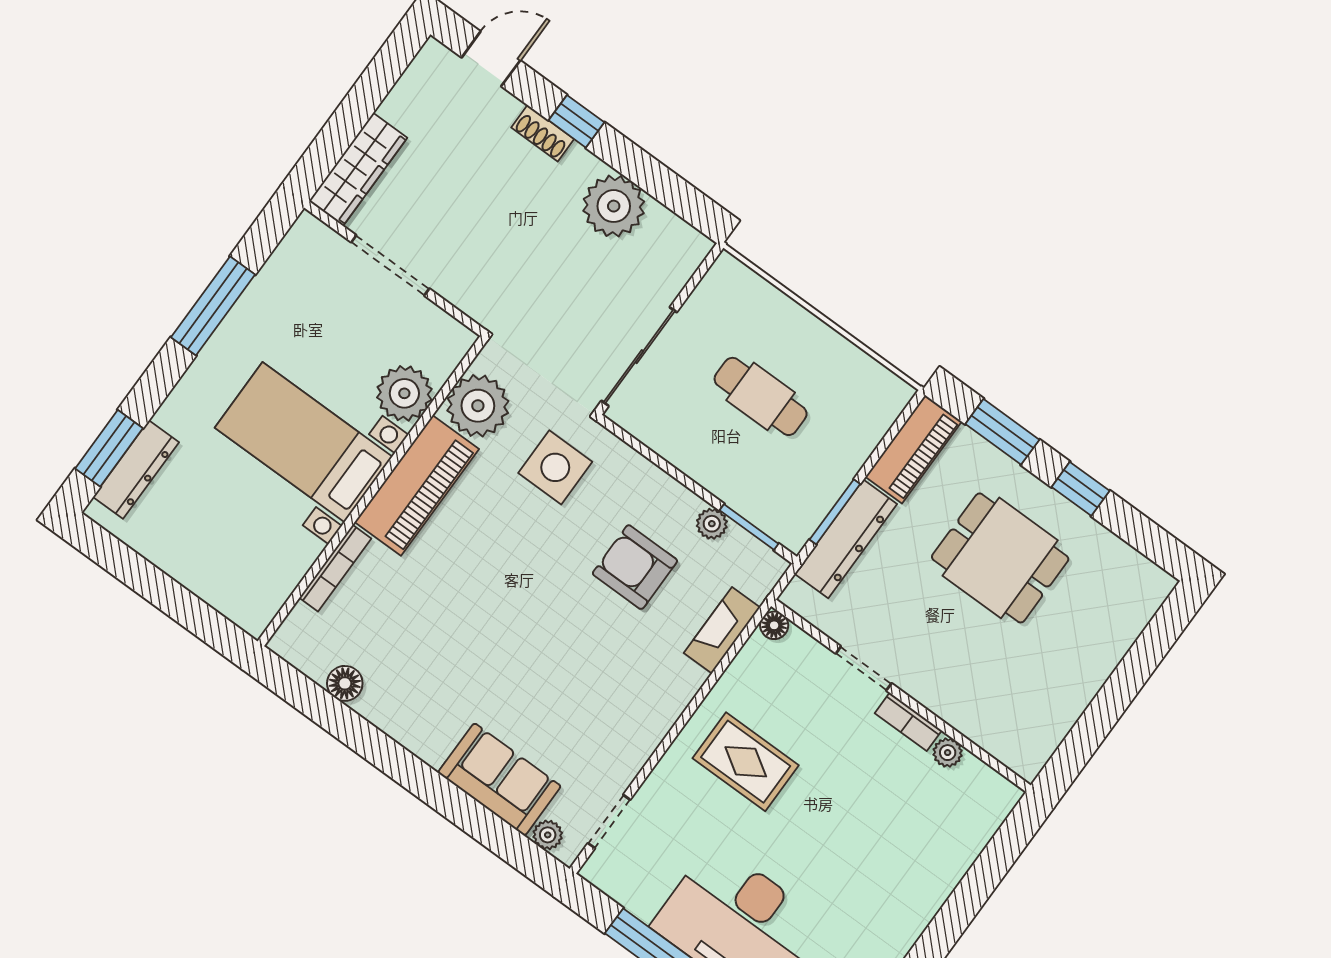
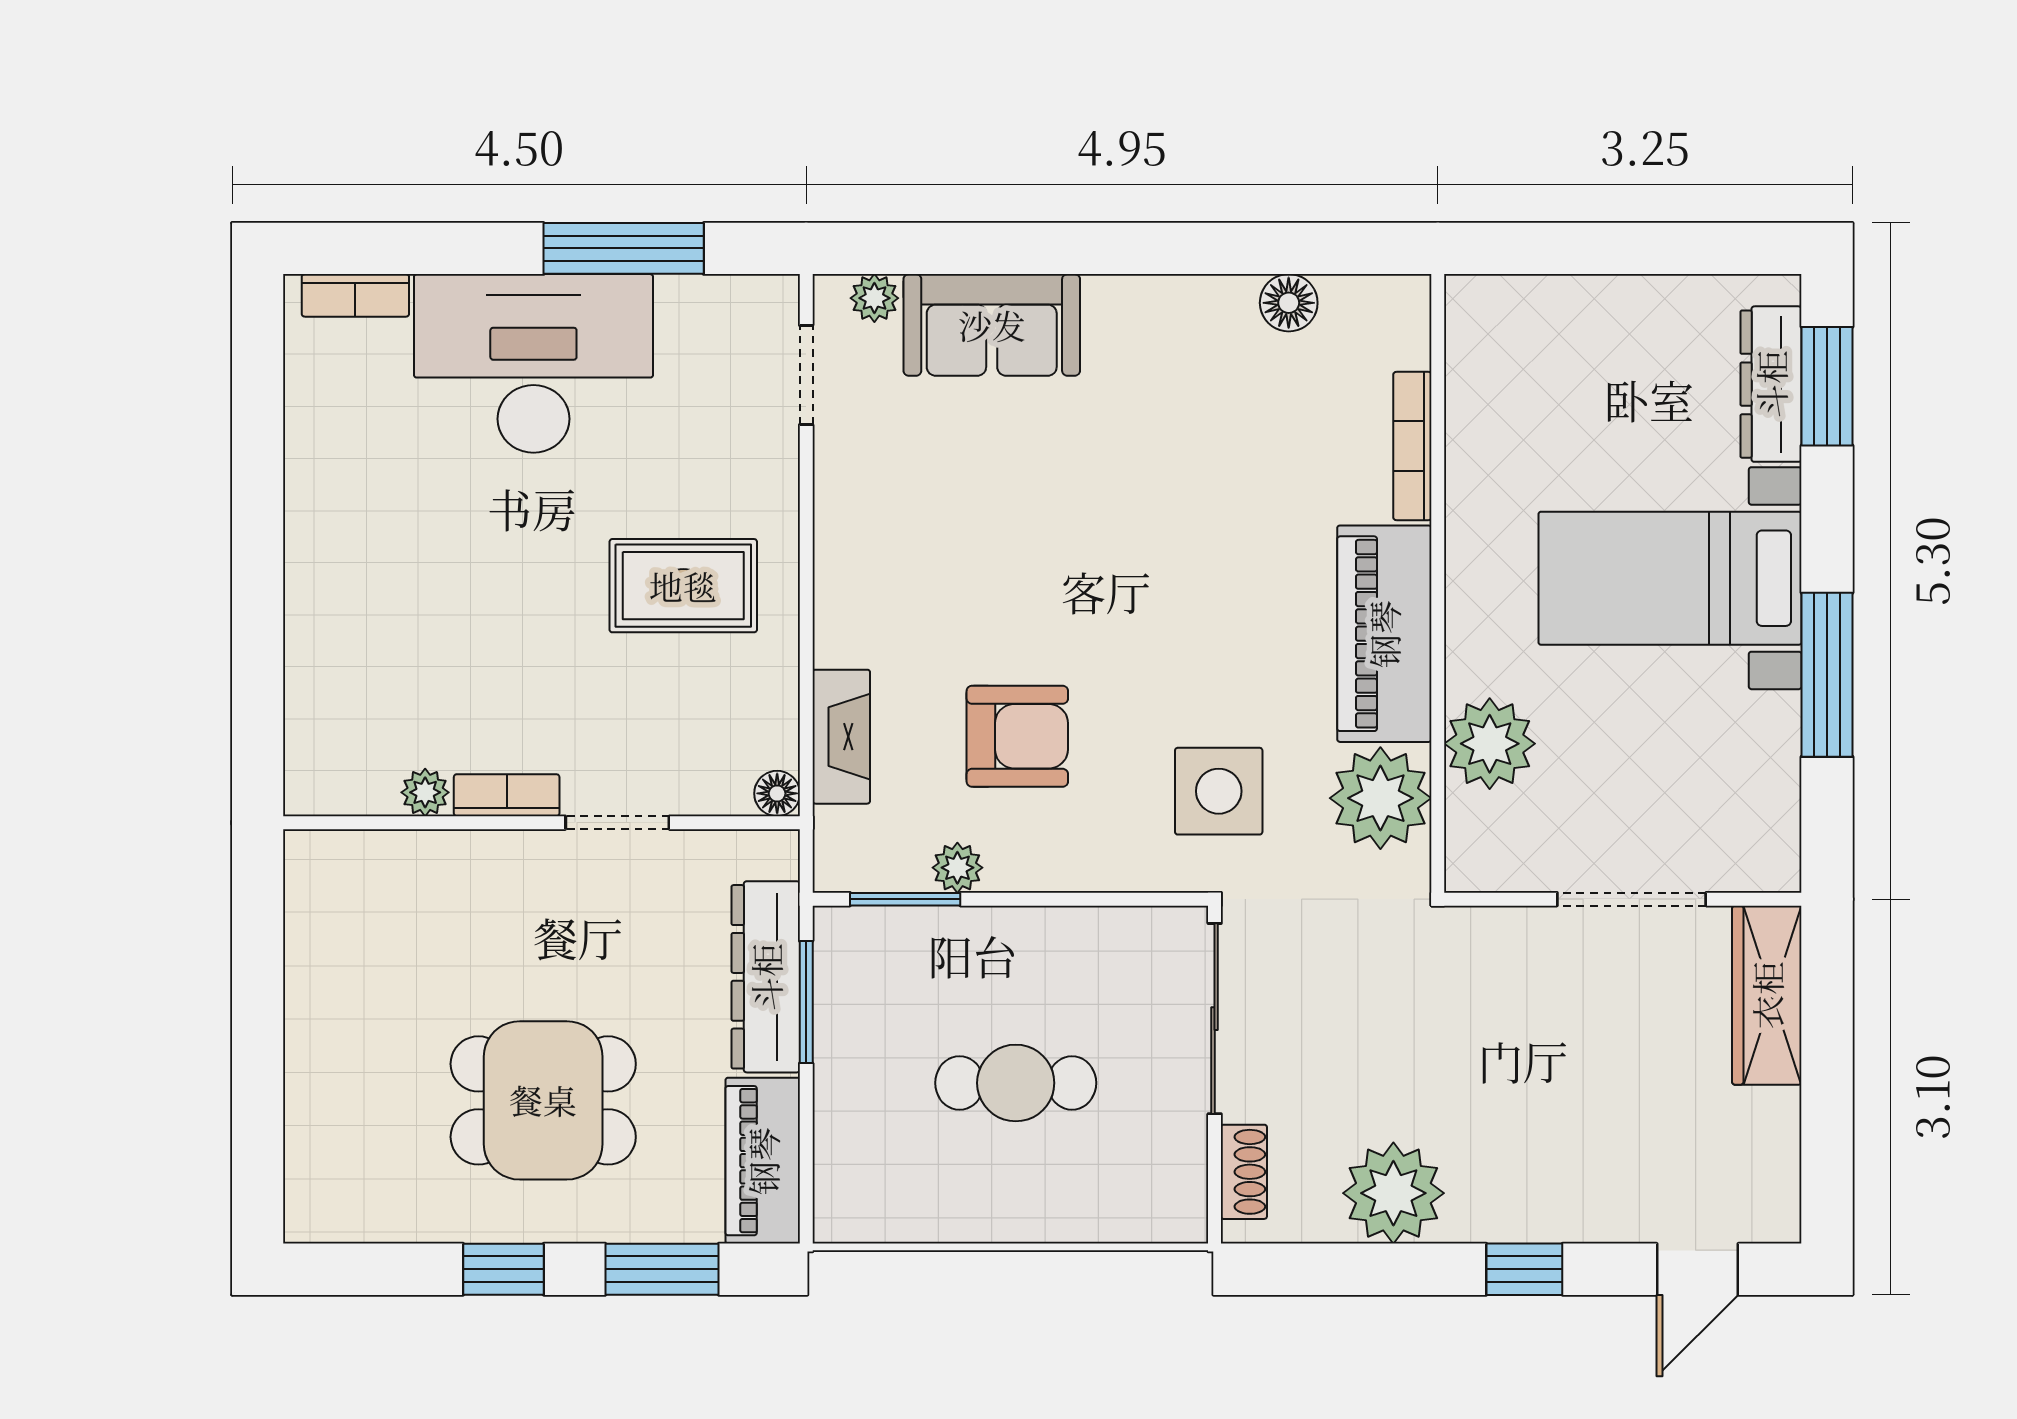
shoe rack: (543, 133) -> (1244, 1172), moved, turned 90
bed with nightstands: (304, 442) -> (1670, 578), moved, turned 180

